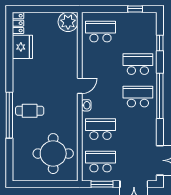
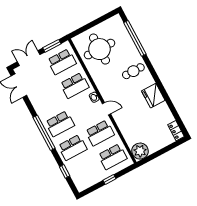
window: (135, 9) -> (109, 179), moved
fridge: (22, 47) -> (153, 96), moved
school desk: (100, 64) -> (100, 133), added
door: (80, 86) -> (107, 109), swing flipped
window: (9, 115) -> (135, 38), moved

